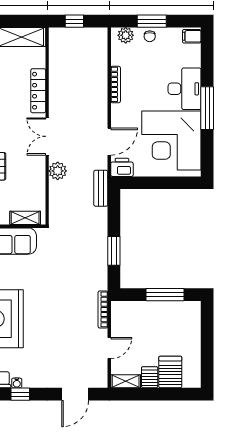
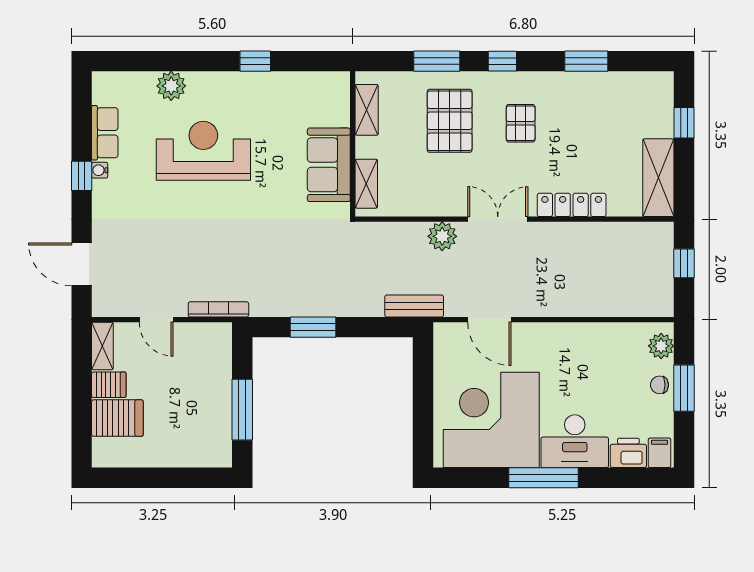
bookcase: (116, 84) -> (582, 330), removed
printer: (122, 167) -> (628, 453), moved, turned -90

